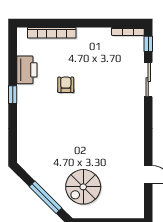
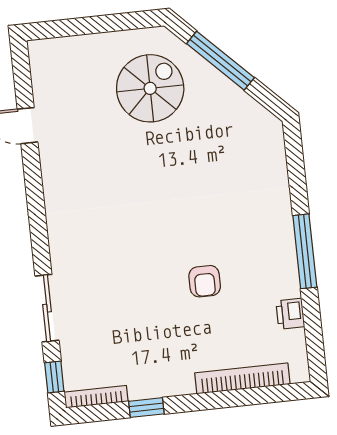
window: (103, 23) -> (146, 408), added
printer: (27, 70) -> (290, 314), width x0.53, depth x0.68
window: (13, 95) -> (305, 251), width x2.17

